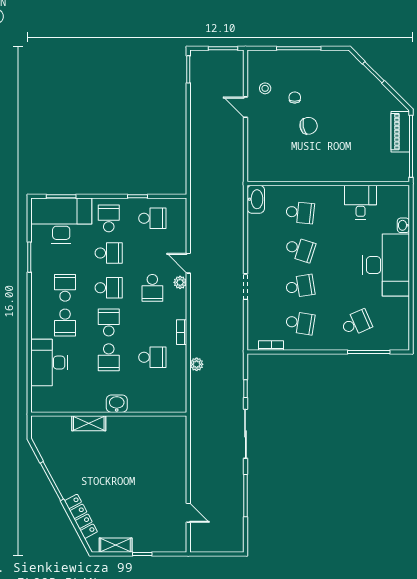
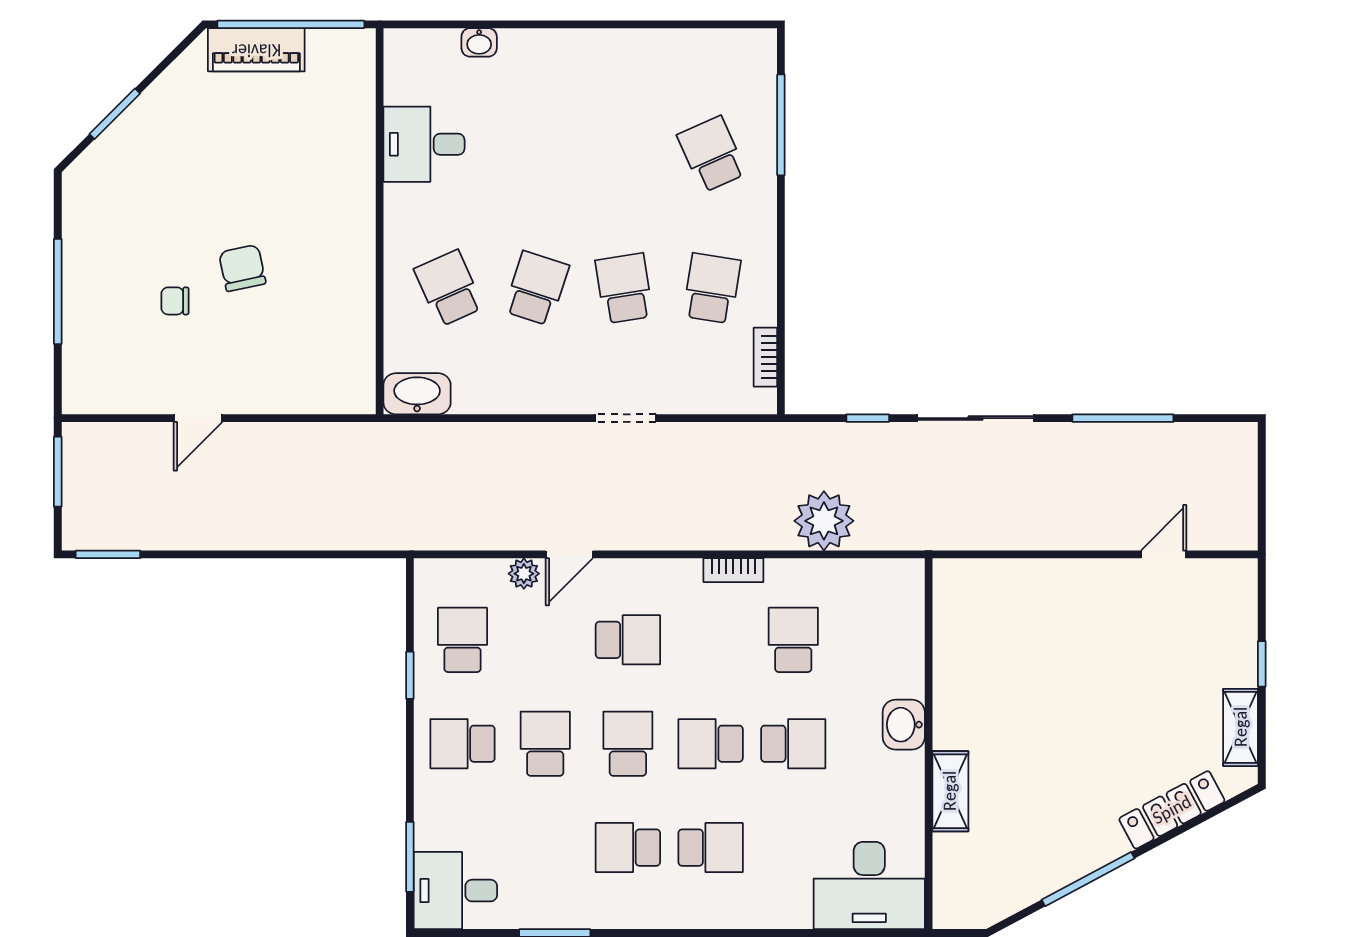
stool: (265, 88) -> (153, 371), removed
school desk: (300, 213) -> (449, 288), turned -30
desk: (61, 221) -> (455, 891), width x0.53, depth x0.77
desk: (386, 265) -> (574, 83), removed
plant: (180, 282) -> (524, 574), moved
desk: (49, 363) -> (869, 886), moved
plant: (197, 364) -> (824, 521), width x1.87, depth x1.87

